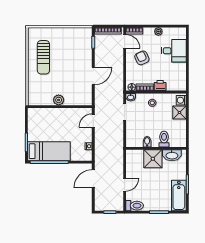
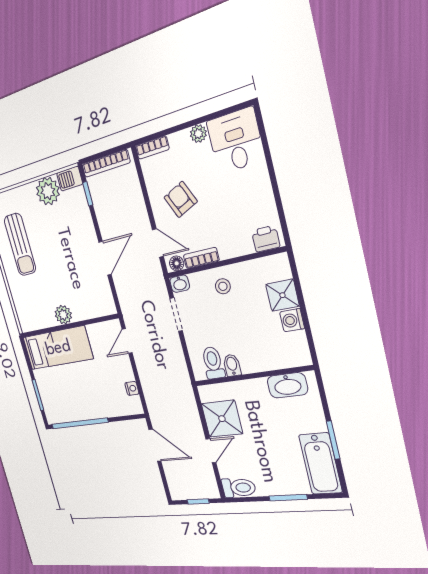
barbecue: (85, 32) -> (70, 179), added
plant: (70, 35) -> (48, 191), added
door: (125, 41) -> (158, 243), moved
desk: (174, 51) -> (236, 141), moved, turned -90
printer: (160, 86) -> (266, 239), moved
washing machine: (181, 100) -> (292, 320), moved
toilet: (164, 139) -> (213, 363), moved
bed: (49, 151) -> (58, 348), moved
shower: (153, 159) -> (222, 419), moved
door: (93, 179) -> (155, 445), swing flipped

